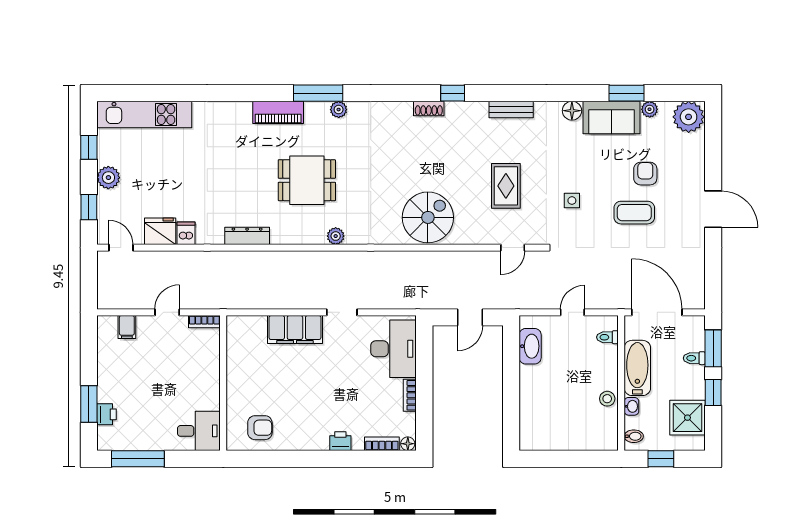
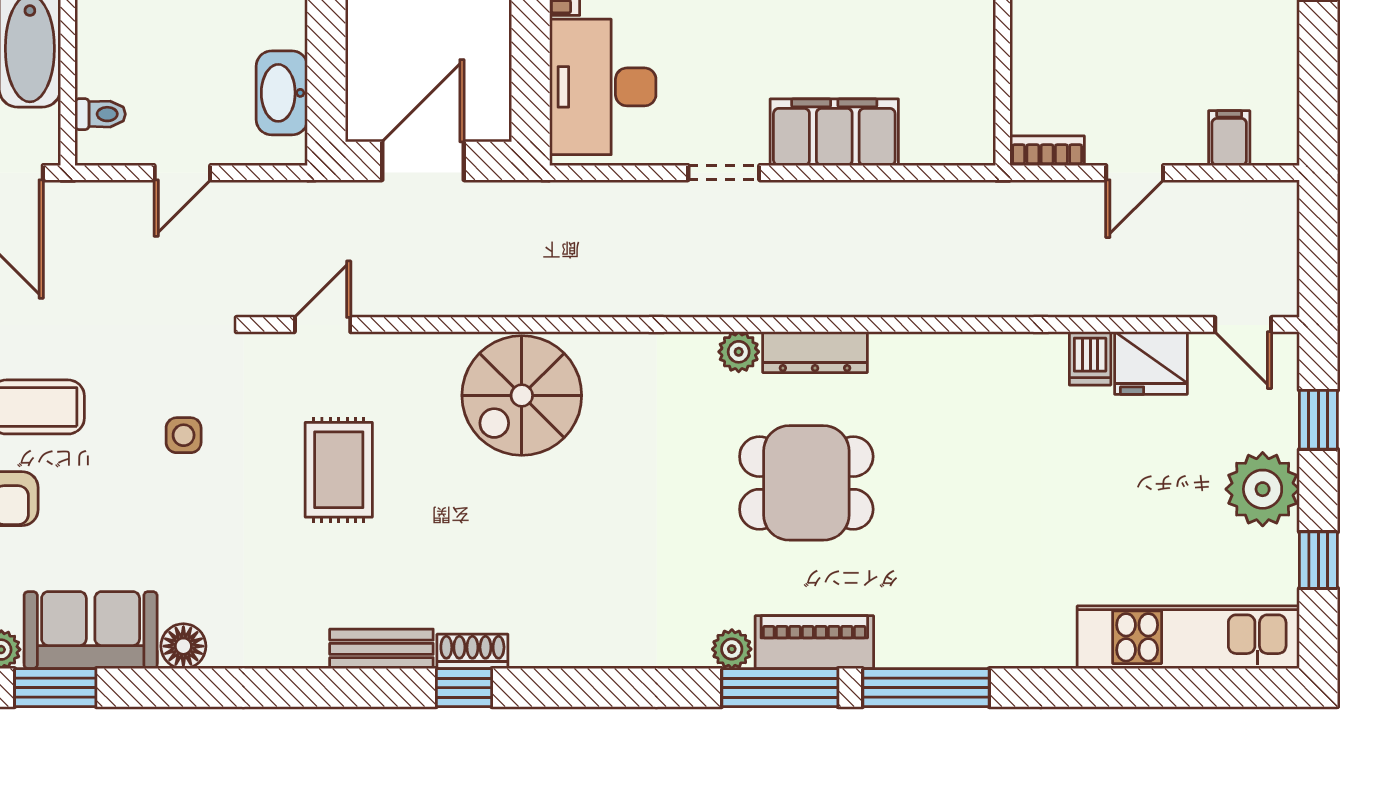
window: (256, 93) -> (926, 688), added
shoe rack: (429, 109) -> (472, 651), moved
bench: (511, 110) -> (381, 649), moved
piano: (278, 112) -> (814, 642), moved
plant: (108, 178) -> (1263, 489), width x1.36, depth x1.36
dresser: (247, 236) -> (815, 352), moved
door: (470, 317) -> (423, 161), width x1.37

